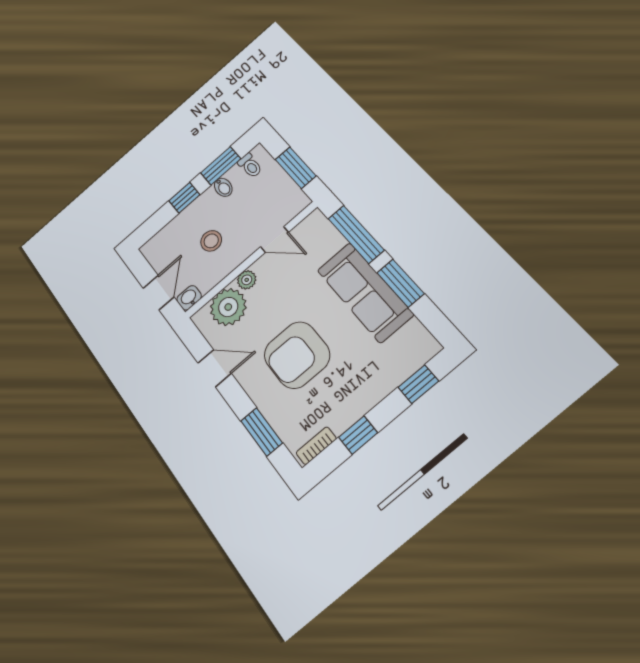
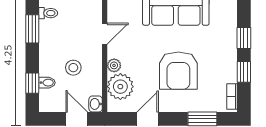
bidet: (223, 187) -> (47, 83), moved
window: (184, 198) -> (32, 83), moved
window: (418, 384) -> (244, 38), moved

